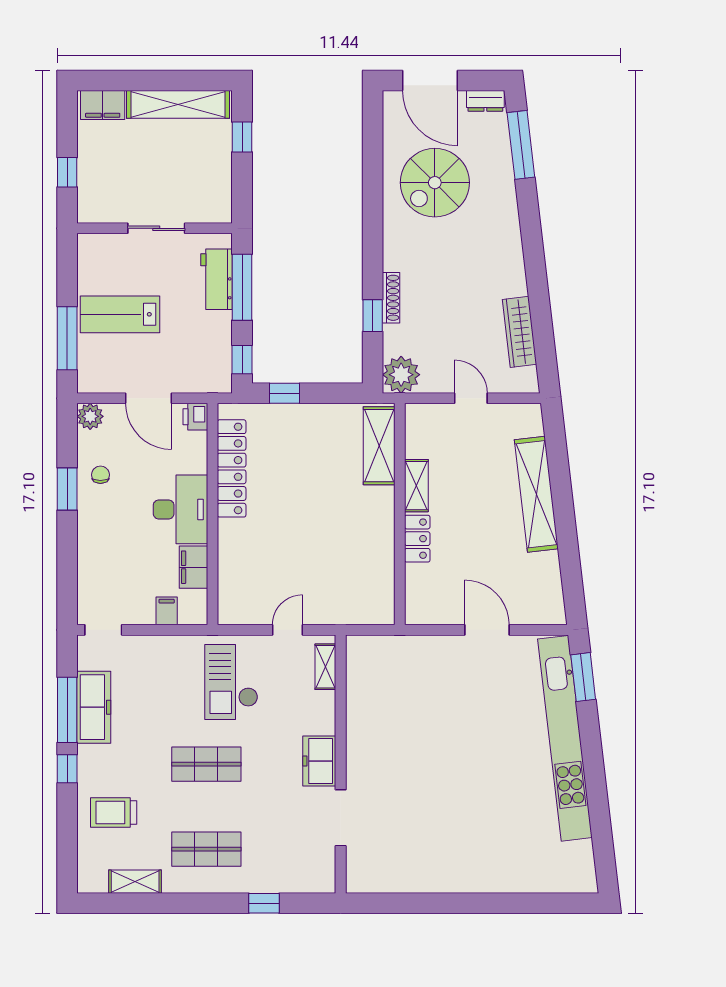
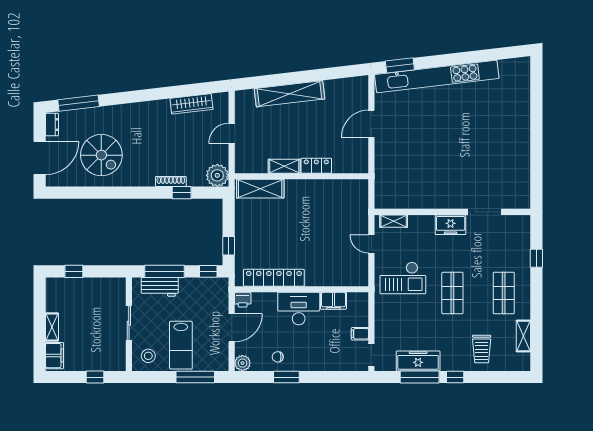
shelving: (178, 104) -> (52, 327), width x0.45, depth x0.75
stool: (102, 260) -> (148, 356), added
filing cabinet: (167, 611) -> (360, 334), moved

